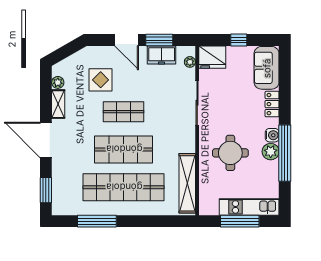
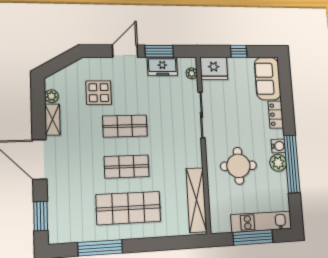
door: (127, 40) -> (125, 51), swing flipped
shop shelf: (124, 149) -> (127, 167), width x0.70, depth x0.74
shop shelf: (124, 187) -> (128, 208), width x0.71

